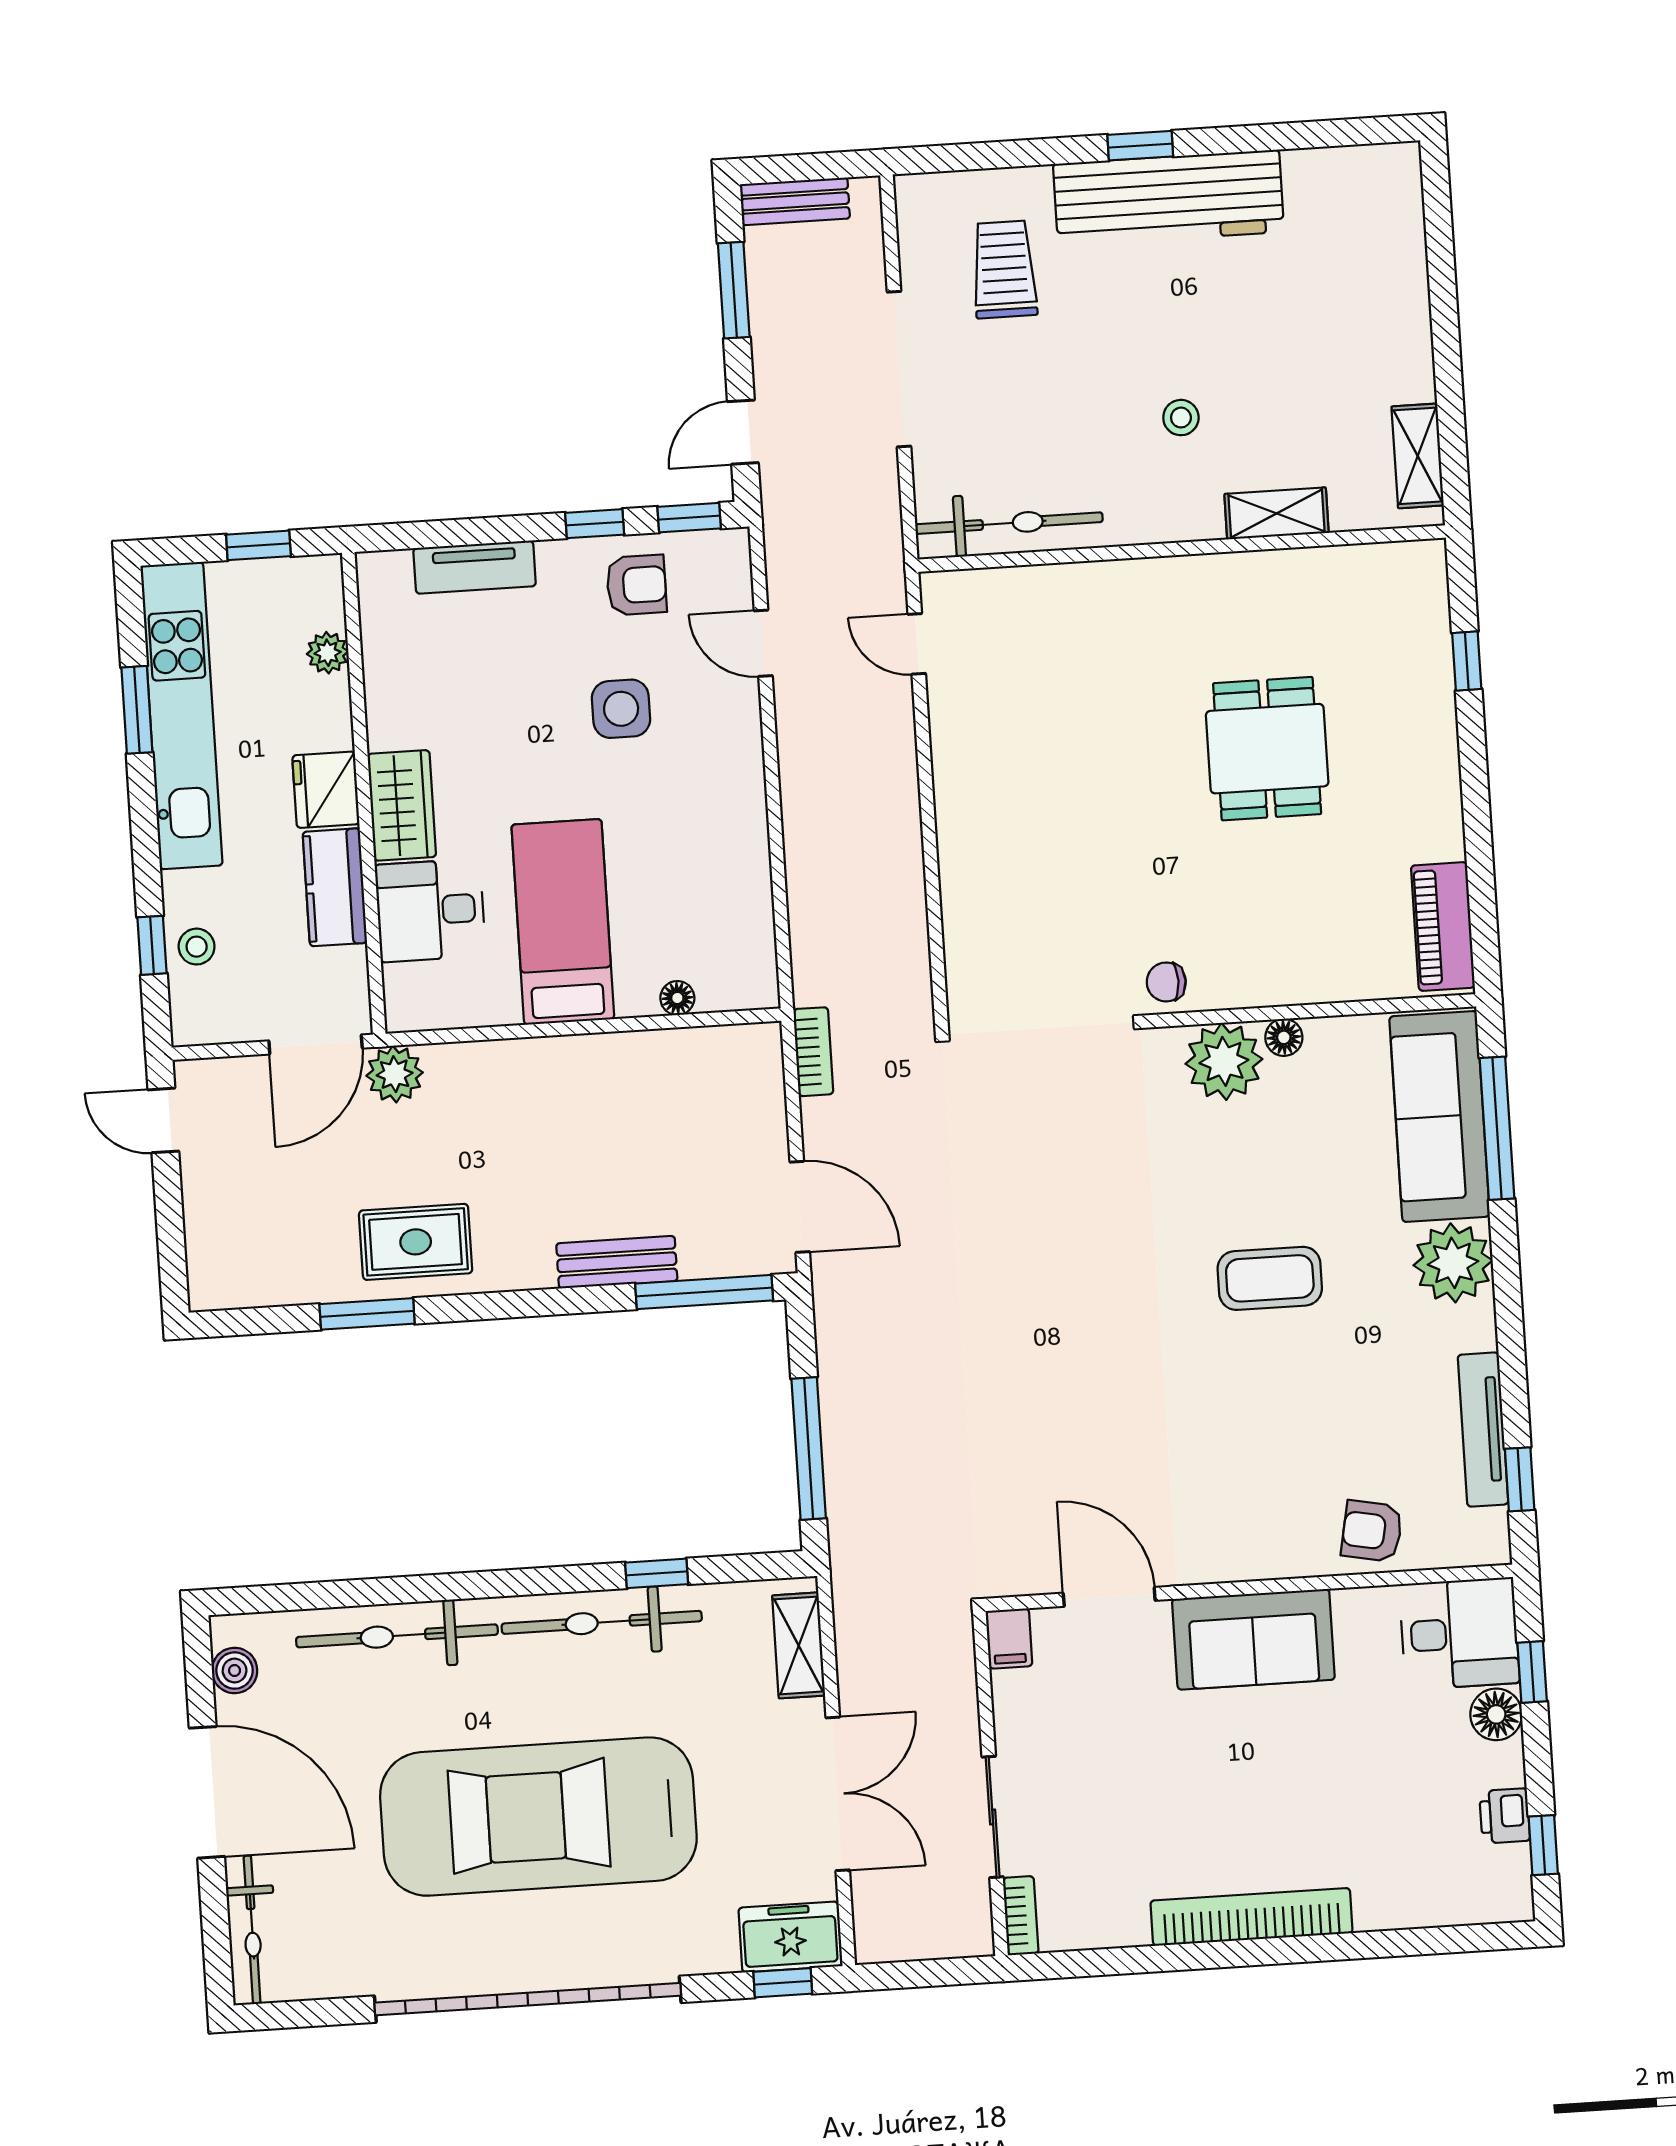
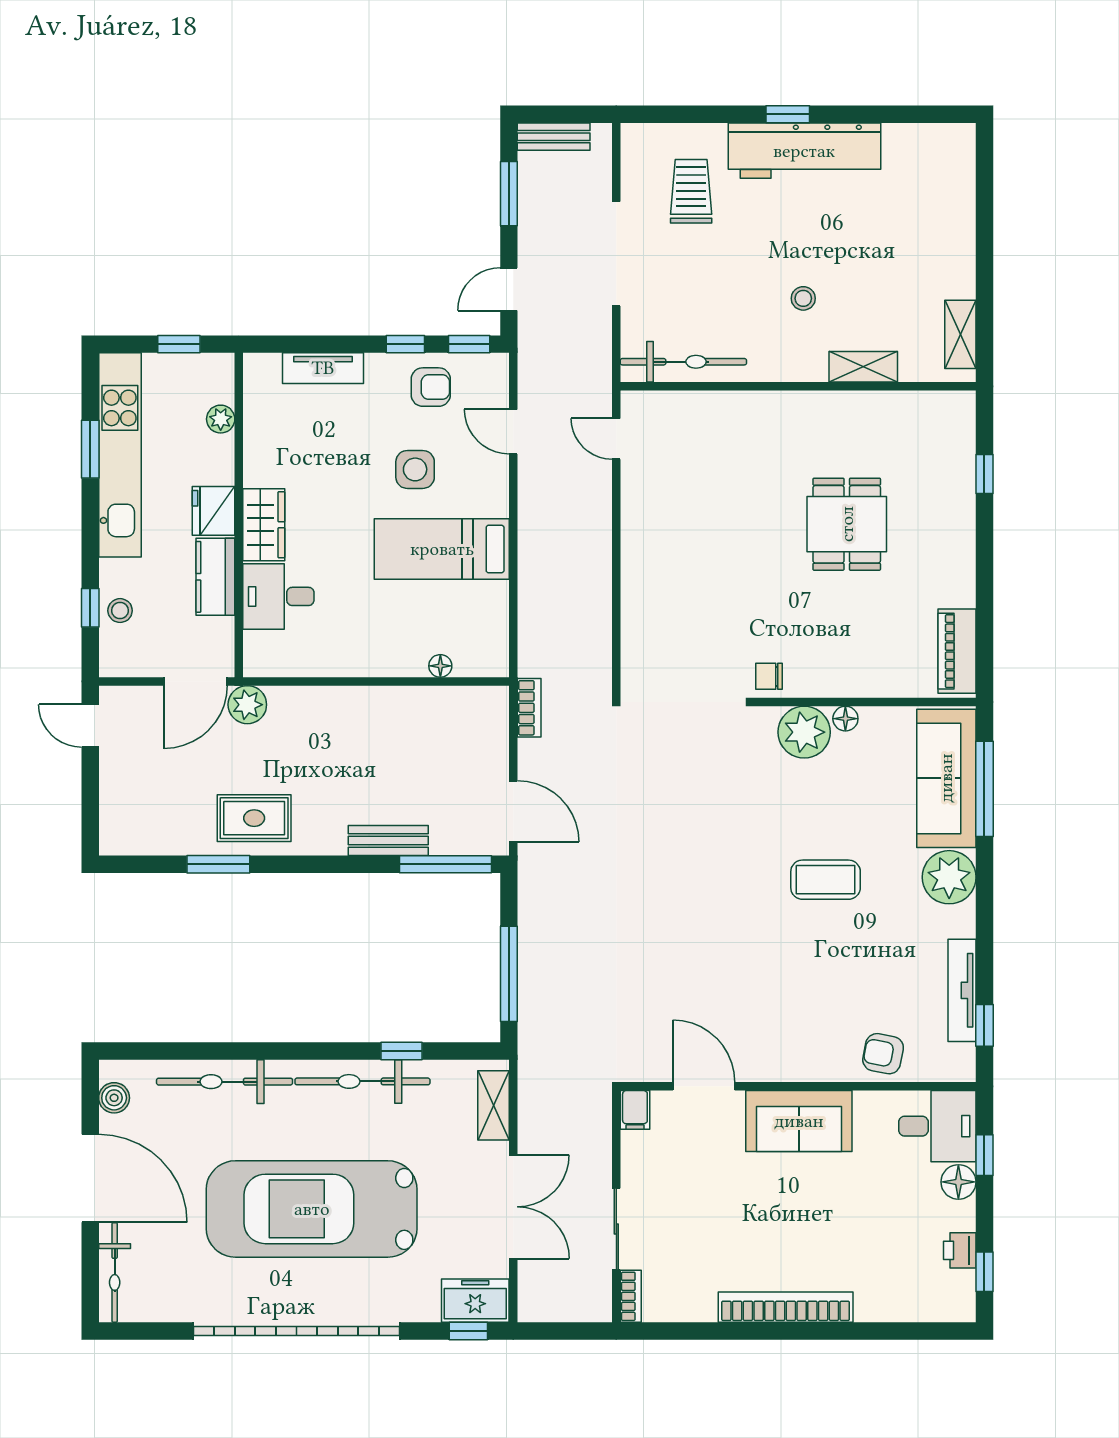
bed: (563, 922) -> (442, 549), moved, turned -90

